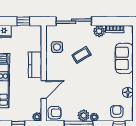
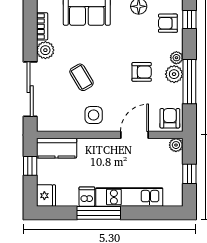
side table: (57, 47) -> (94, 115), moved
kitchen counter: (35, 65) -> (57, 148), moved
door: (44, 90) -> (134, 135), hinge flipped
armchair: (85, 94) -> (142, 72), added

